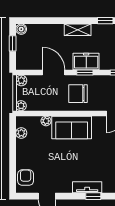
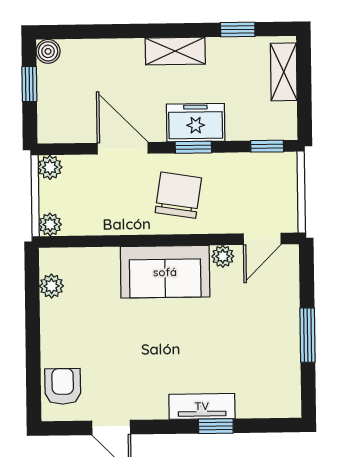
chair: (78, 94) -> (178, 195), turned 99
plant: (46, 121) -> (223, 256), moved

